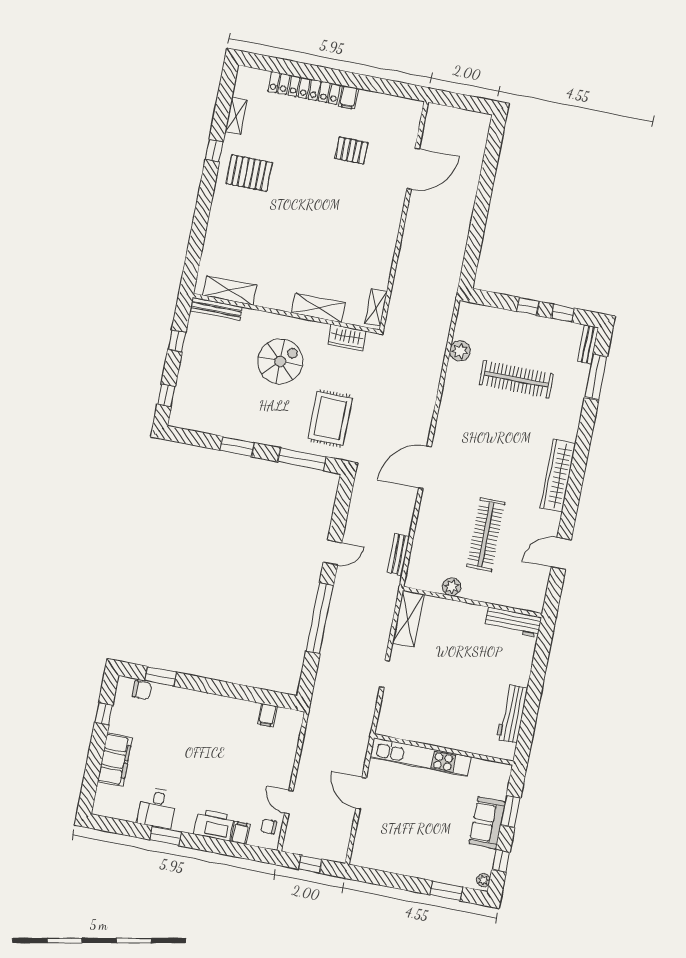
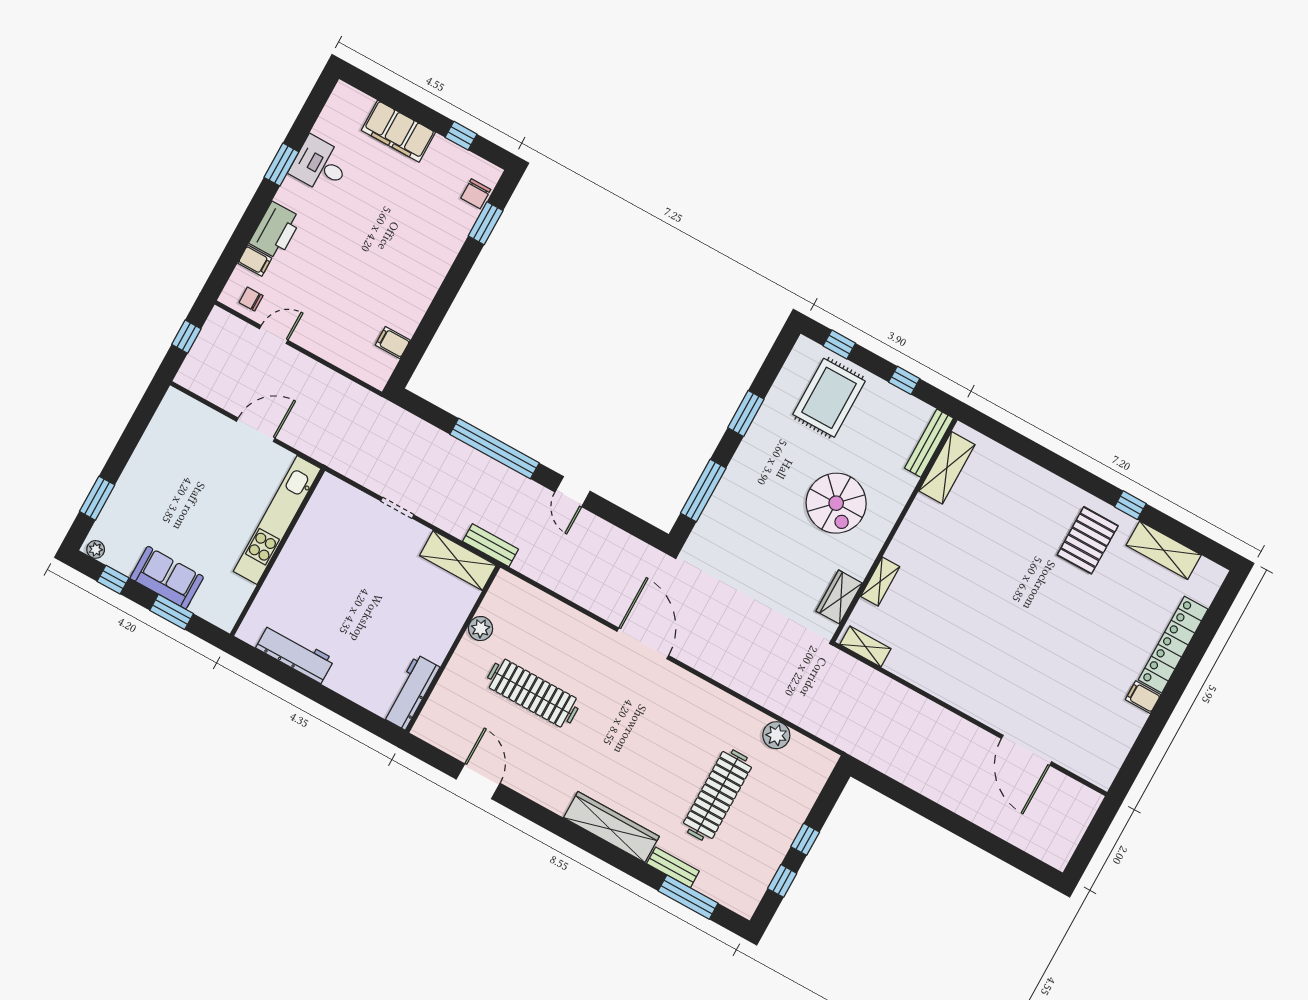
shelving: (236, 116) -> (1164, 550), width x1.50, depth x1.33
pallet: (351, 151) -> (1075, 679), removed
shelving: (318, 308) -> (880, 582), width x0.67, depth x0.75
bench: (588, 344) -> (673, 867), moved
rug: (330, 418) -> (829, 398), moved, turned 90
wardrobe: (558, 476) -> (611, 827), moved
bench: (398, 554) -> (491, 545), moved
chair: (269, 827) -> (251, 299), turned -90

